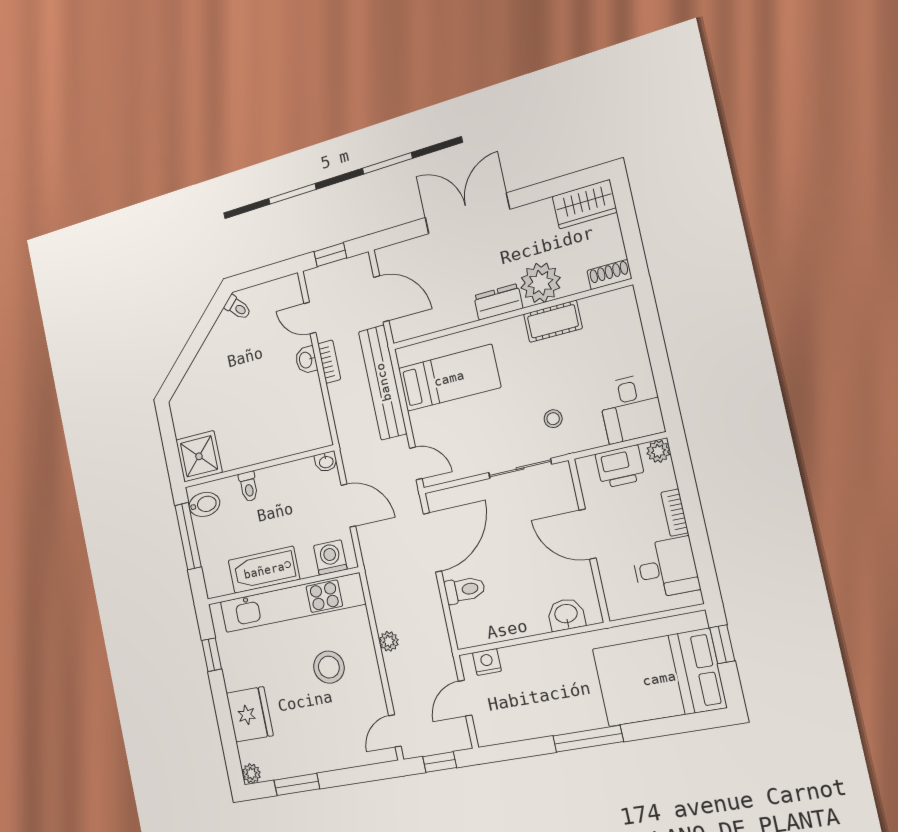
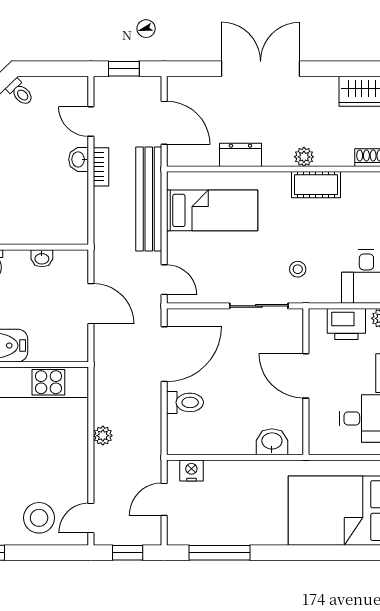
plant: (541, 283) -> (304, 157), width x0.53, depth x0.53
dresser: (498, 302) -> (241, 155), moved
washbasin: (326, 462) -> (42, 258), moved
washing machine: (330, 557) -> (62, 348), removed
stool: (329, 667) -> (39, 518), moved
window: (588, 739) -> (219, 553), moved

